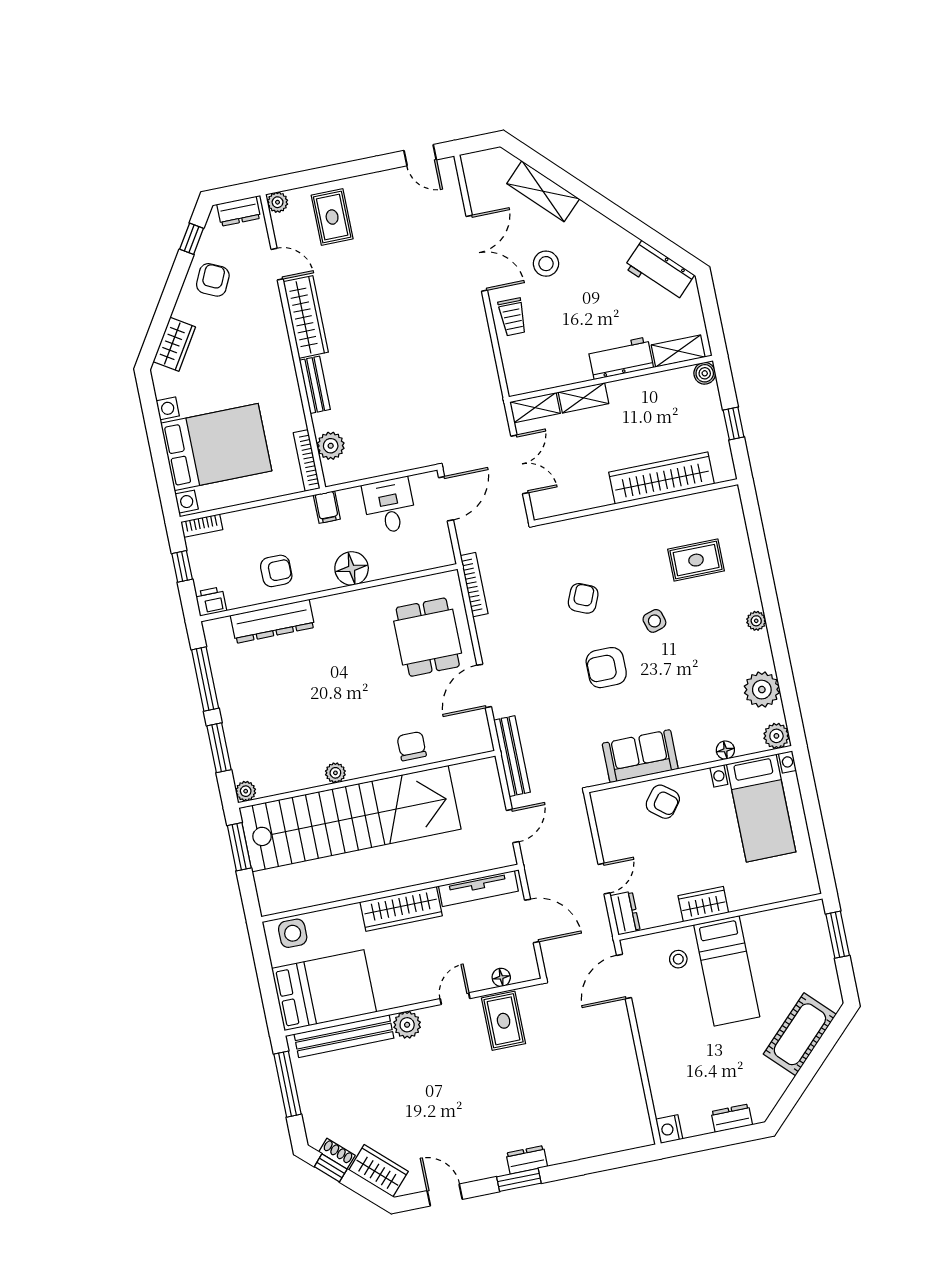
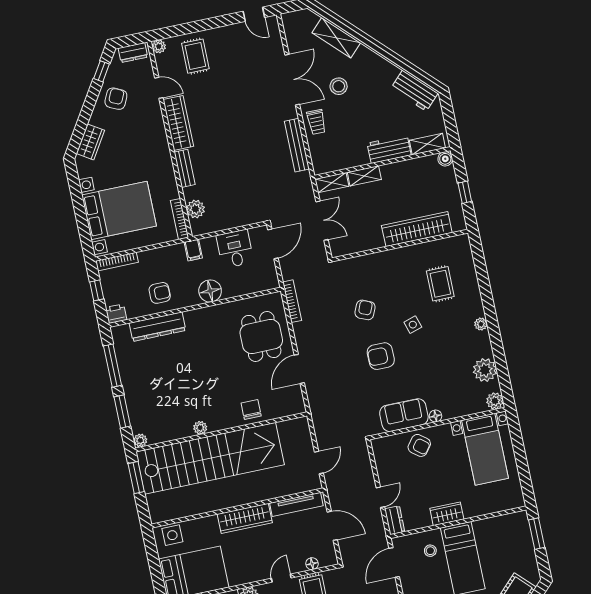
bookcase: (202, 526) -> (117, 262), width x1.56
rug: (696, 560) -> (440, 284), turned 90
floor lamp: (725, 750) -> (436, 416), moved
bench: (512, 756) -> (297, 145), moved

